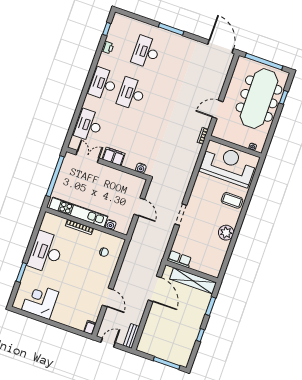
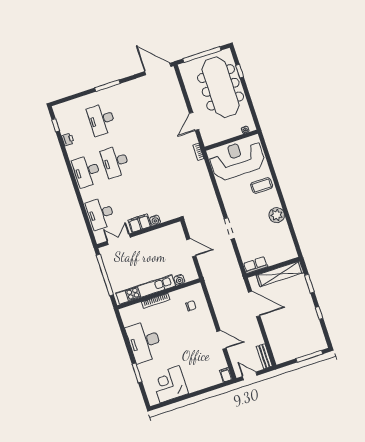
water cooler: (141, 168) -> (155, 220), moved
door: (108, 343) -> (250, 376), hinge flipped

